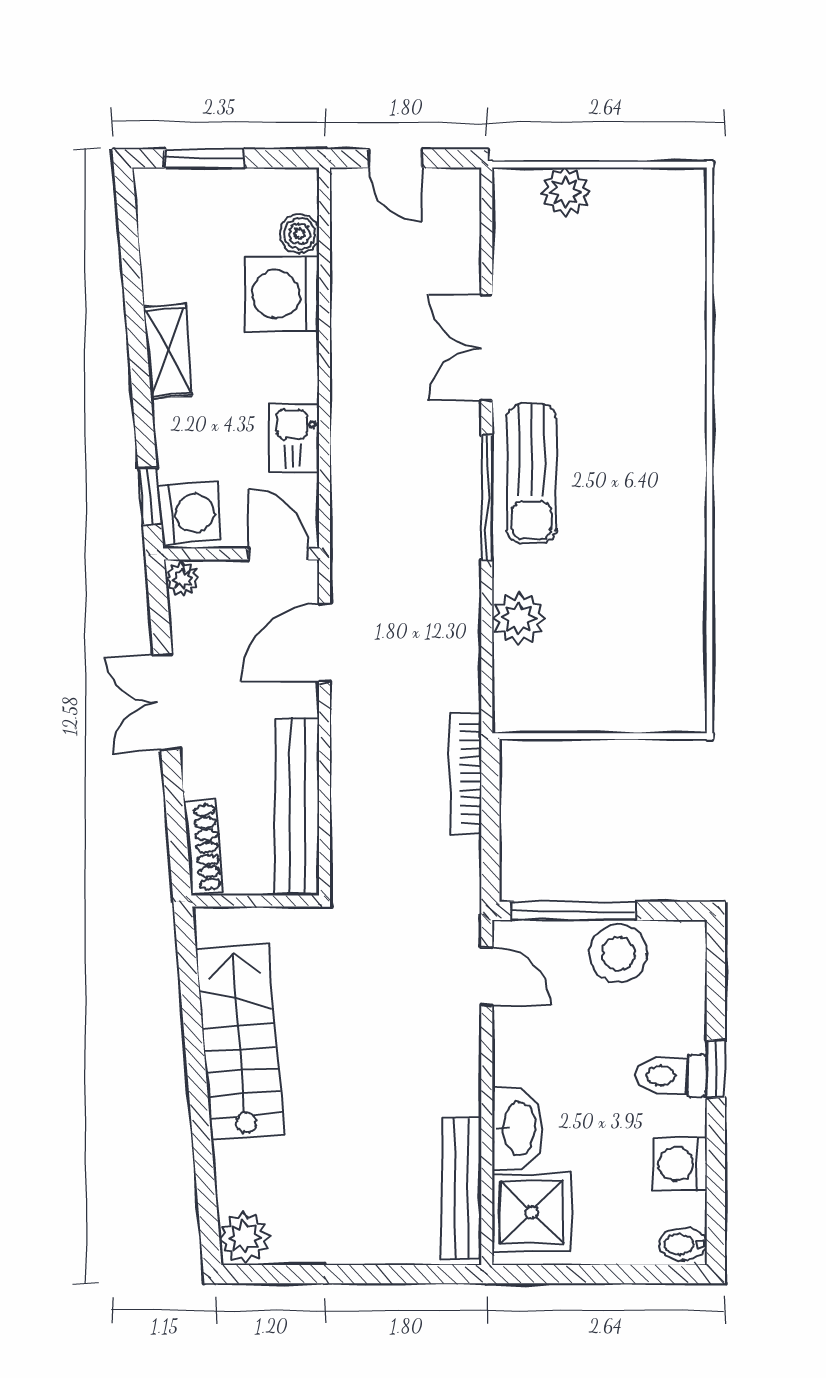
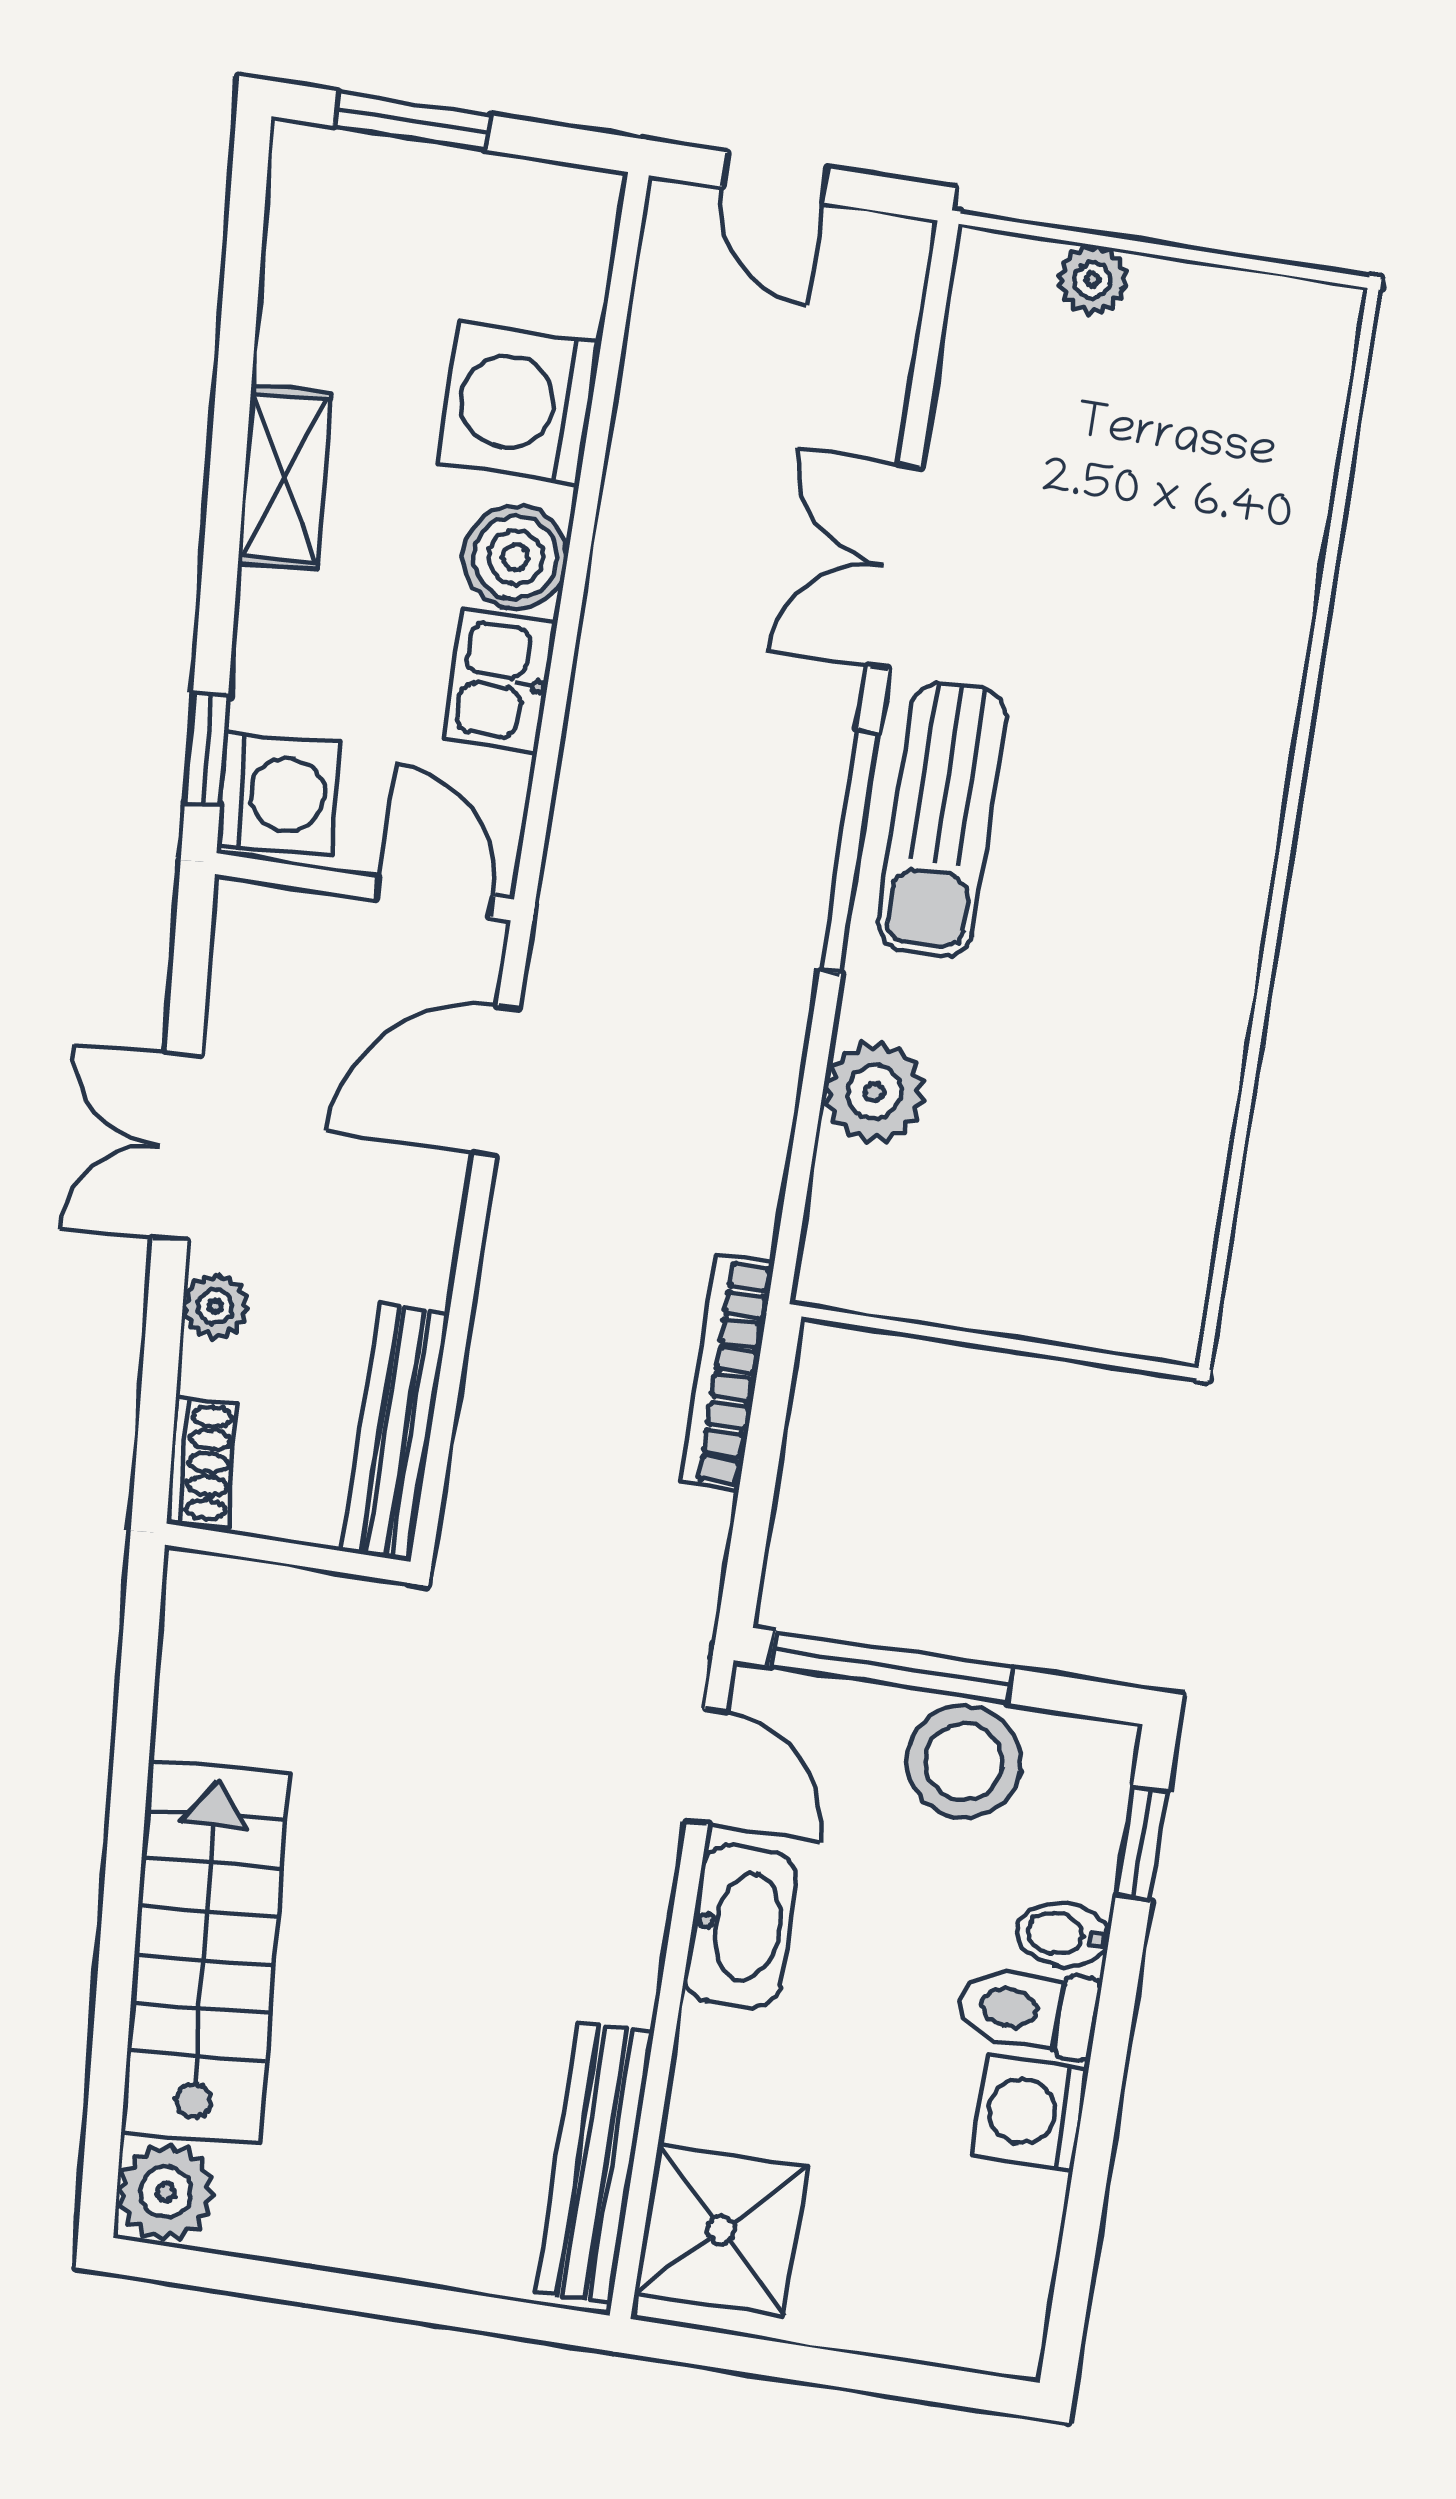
plant: (565, 192) -> (1092, 280), width x0.73, depth x0.73
boiler: (300, 234) -> (515, 557), moved, width x1.36, depth x1.36
plant: (182, 579) -> (215, 1306), moved
bench: (297, 807) -> (395, 1432), width x0.73, depth x0.82
shoe rack: (203, 847) -> (202, 1462), width x0.70
stairs: (240, 1042) -> (205, 1952), moved
window: (716, 1069) -> (1142, 1843), moved
washbasin: (517, 1128) -> (741, 1926), moved
washing machine: (680, 1164) -> (1030, 2112), moved
bidet: (683, 1244) -> (1063, 1935), moved

